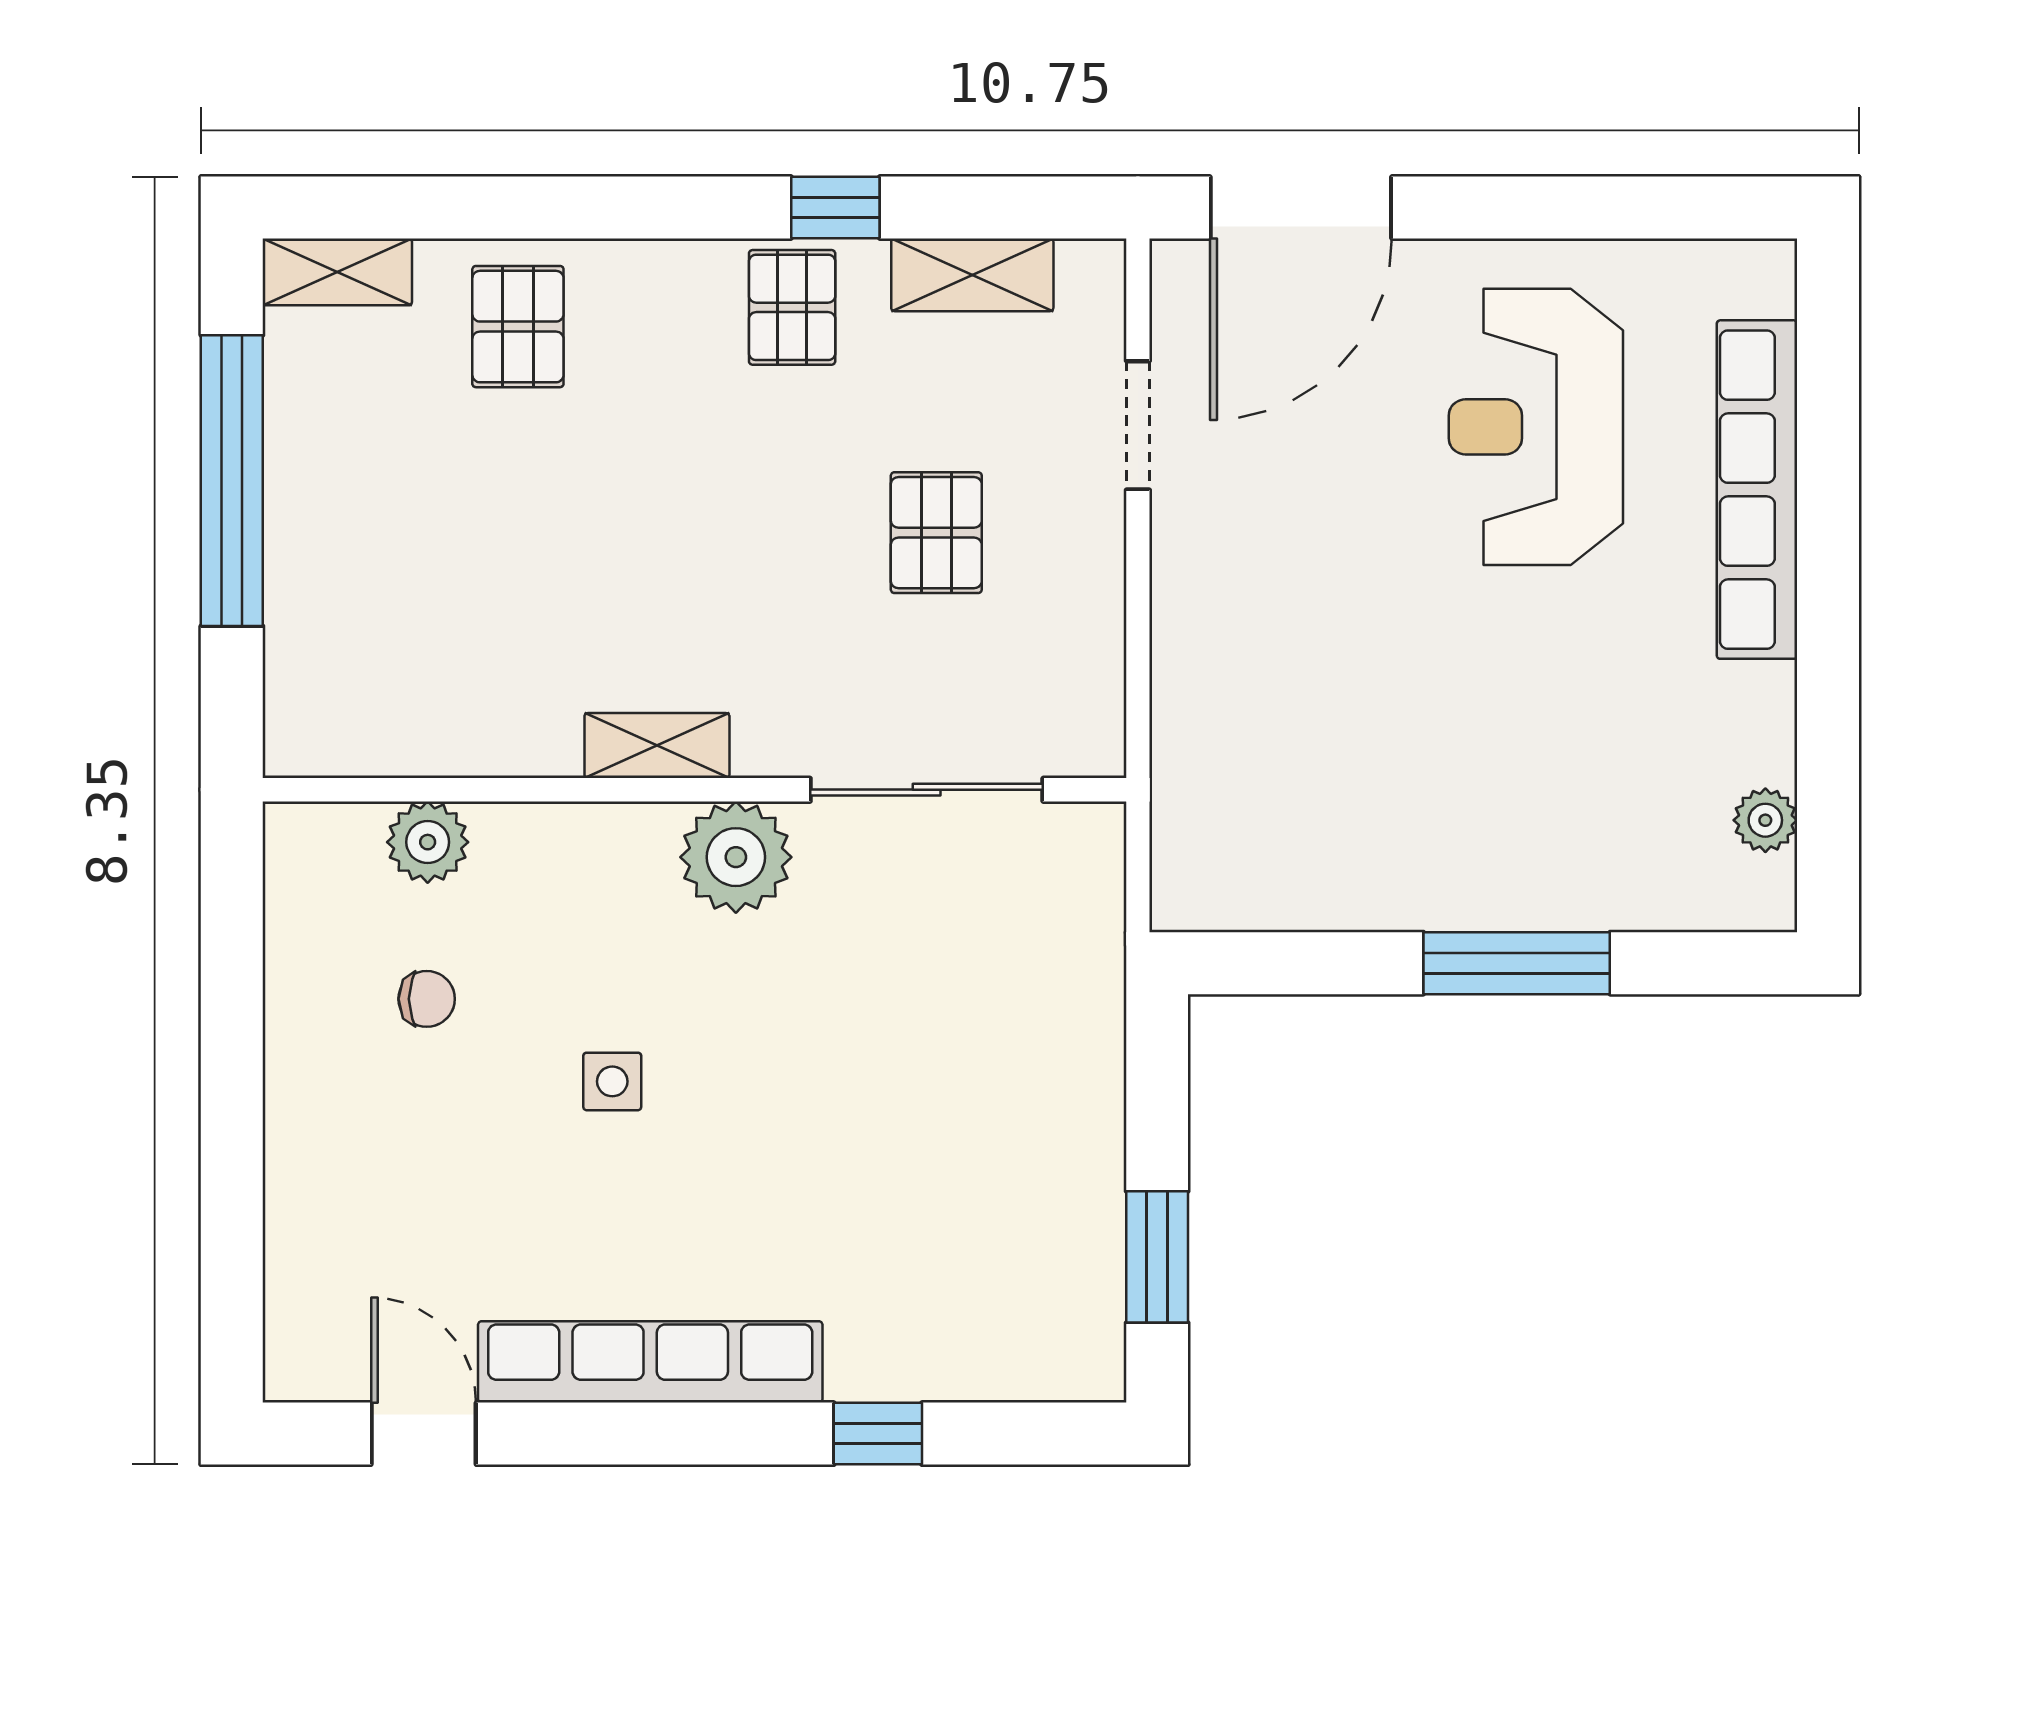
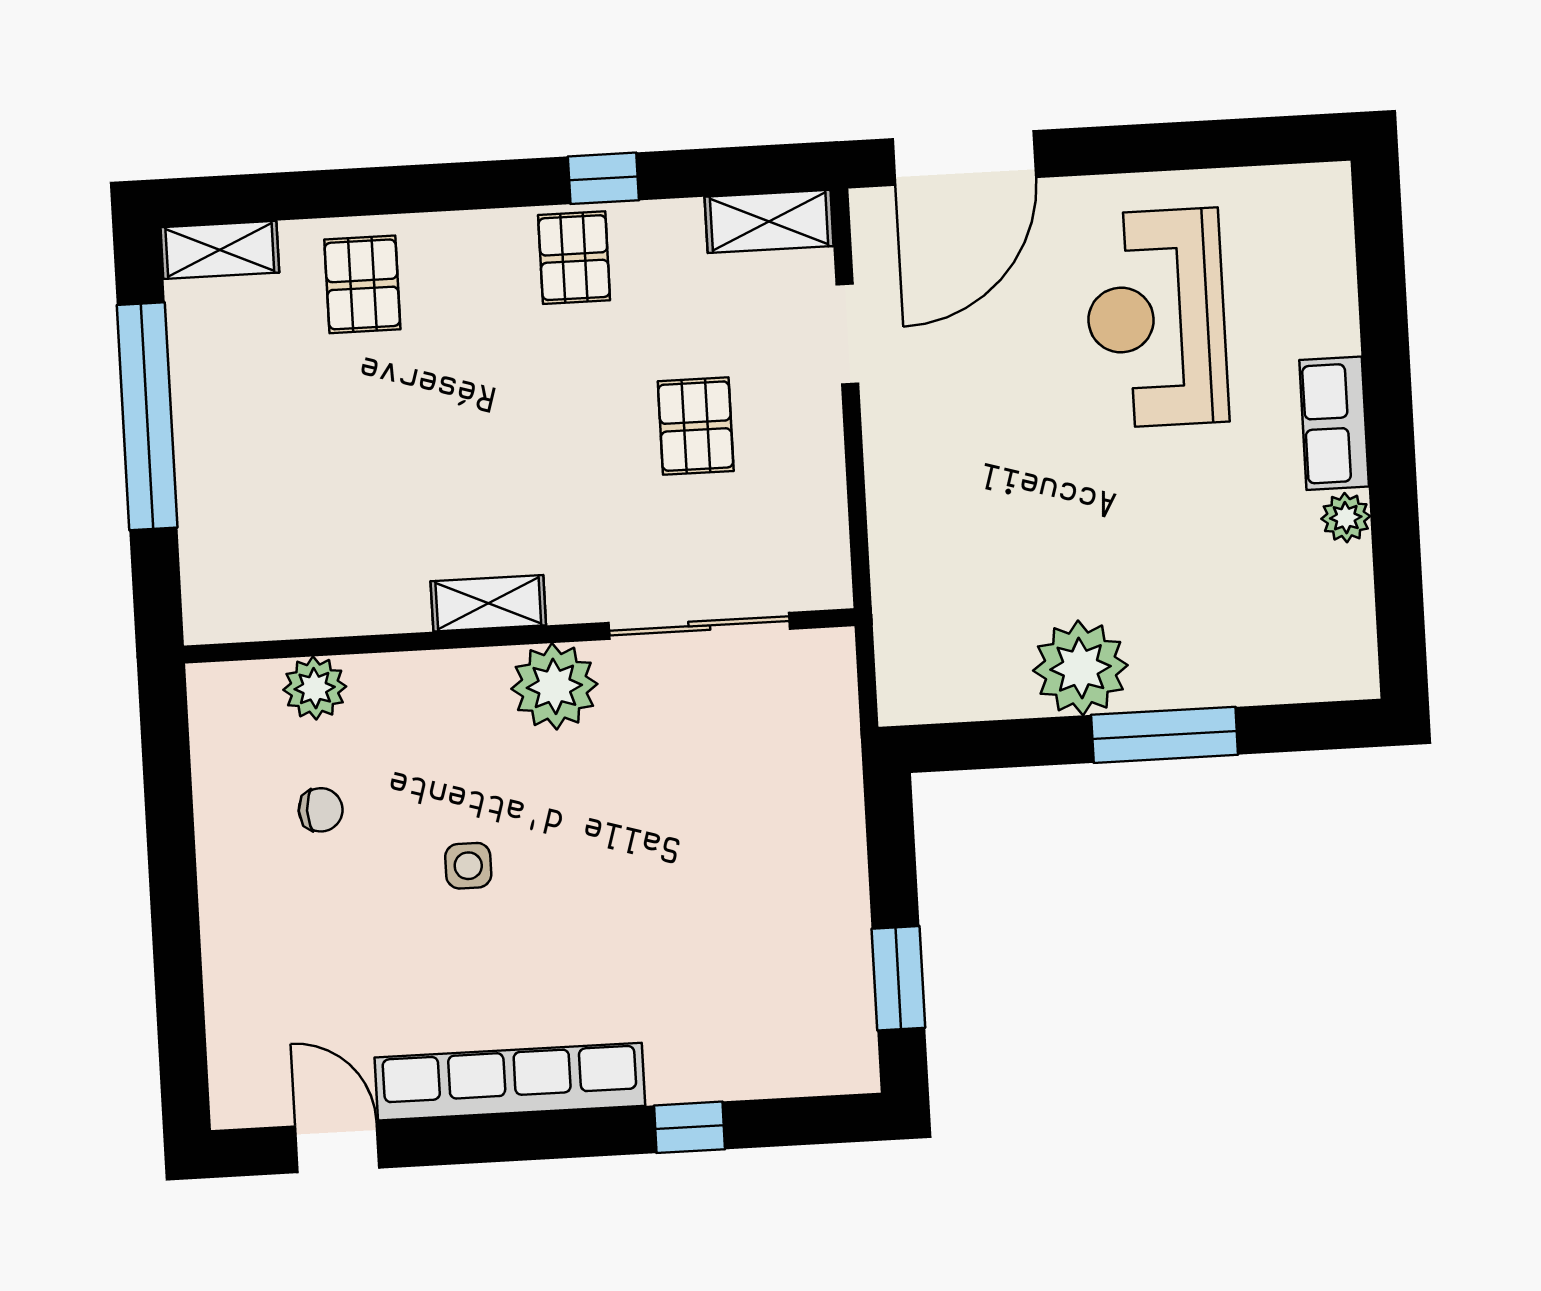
shelving: (972, 275) -> (769, 221), moved
row of seats: (1757, 490) -> (1334, 423), width x0.50
plant: (1765, 820) -> (1346, 518), moved
plant: (1413, 871) -> (1080, 668), added

